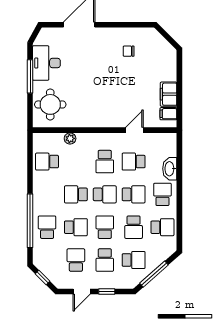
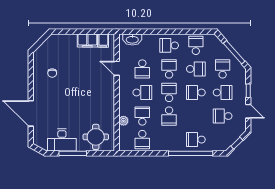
washbasin: (170, 169) -> (132, 39), moved
school desk: (76, 227) -> (142, 116), moved

